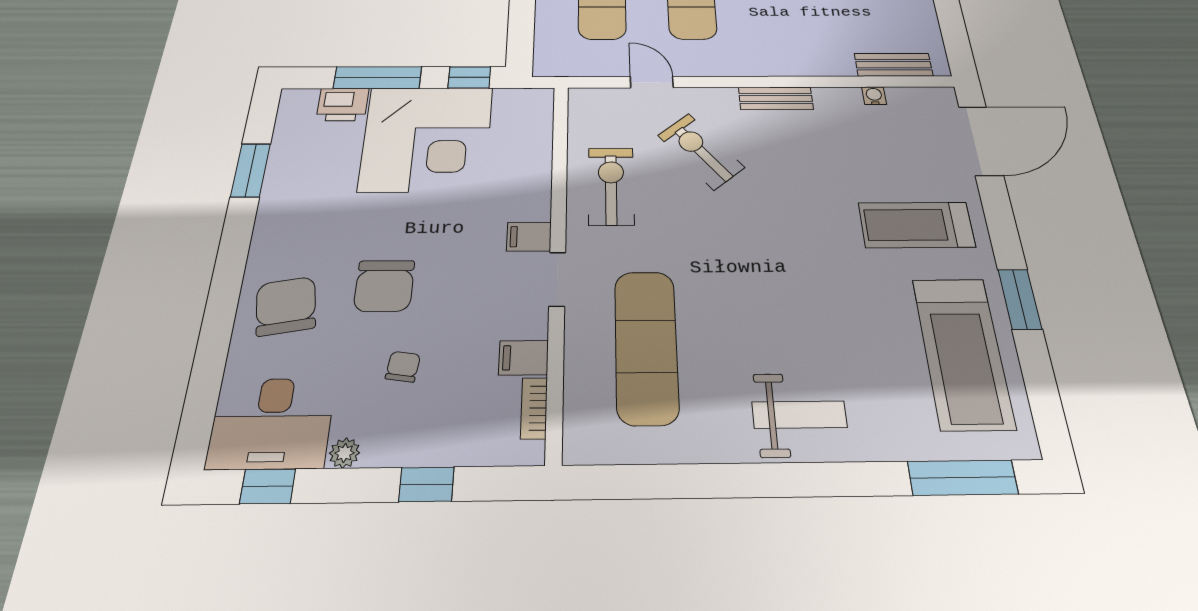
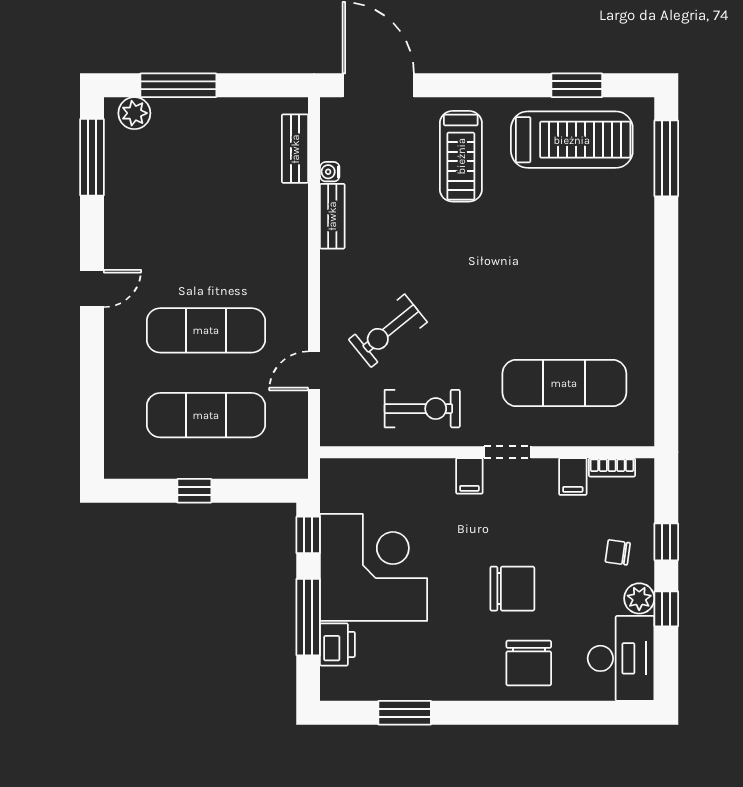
bench: (776, 98) -> (332, 216), moved
exercise bike: (611, 186) -> (422, 409), turned 180
window: (1020, 299) -> (577, 85), moved
chair: (286, 306) -> (529, 663), turned -81
chair: (403, 367) -> (618, 552), moved
weight bench: (799, 415) -> (619, 271), removed
plant: (345, 453) -> (639, 598), width x1.38, depth x1.38
window: (268, 486) -> (666, 609), moved

